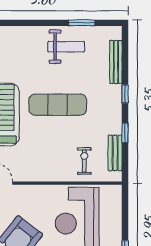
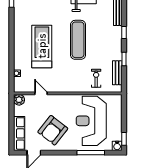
exercise mat: (58, 105) -> (78, 40), turned 90

